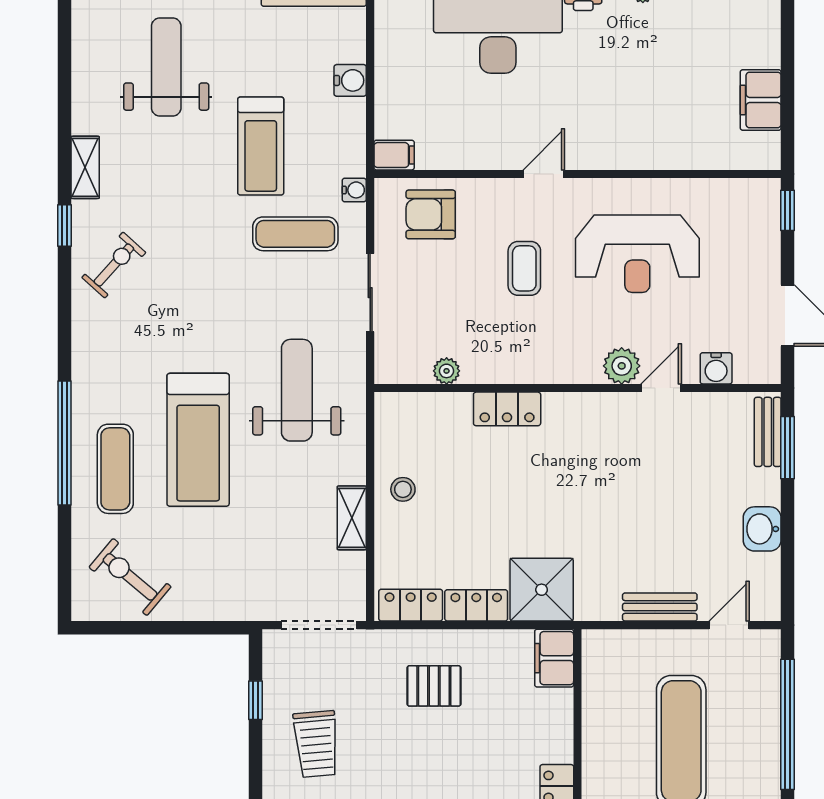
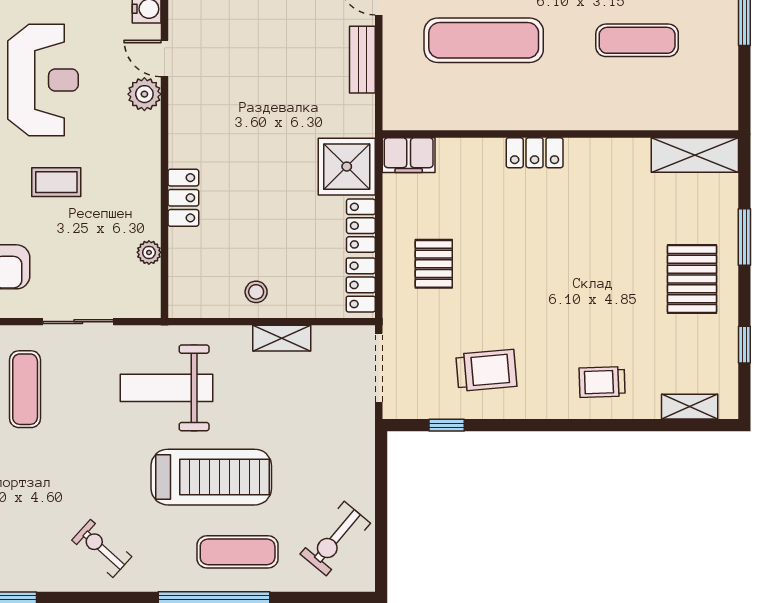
exercise bike: (114, 265) -> (102, 548), moved

